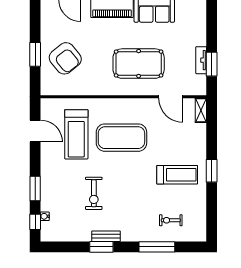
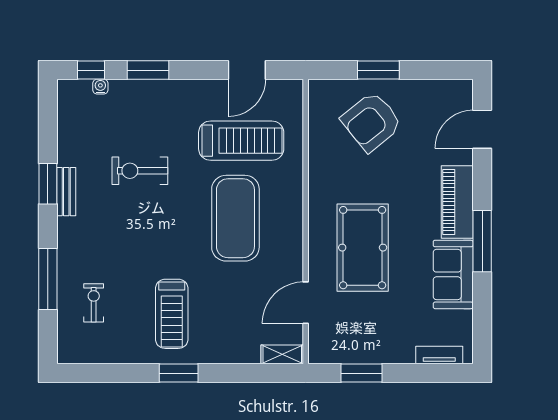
tv unit: (201, 60) -> (439, 355), moved
treadmill: (76, 134) -> (241, 141), turned 180

